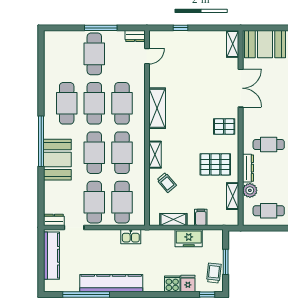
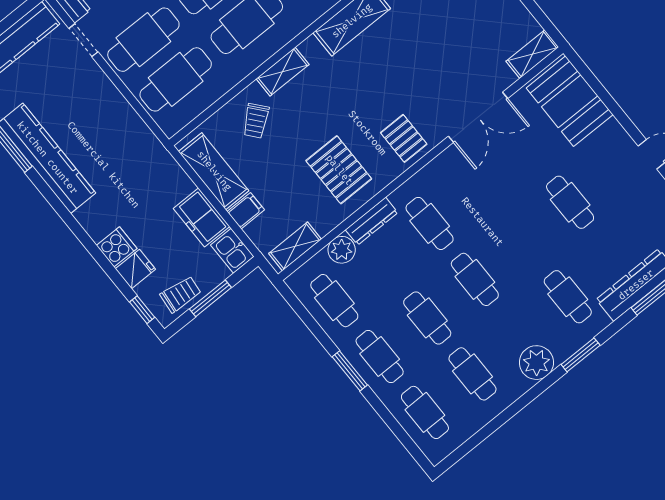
shelving: (233, 196) -> (295, 246), moved
shelving: (173, 219) -> (214, 171), width x1.50, depth x1.33
kitchen sink: (131, 237) -> (232, 251), moved

